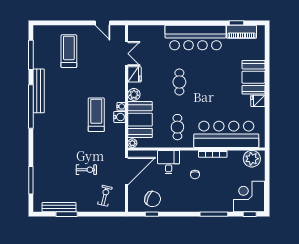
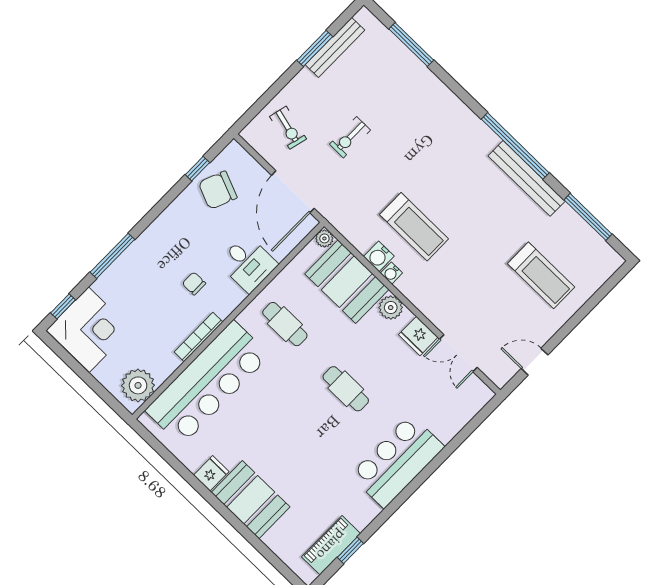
bar counter: (195, 38) -> (397, 461), width x0.73

